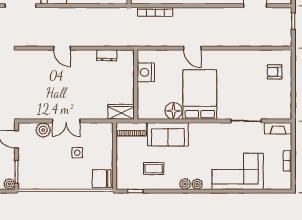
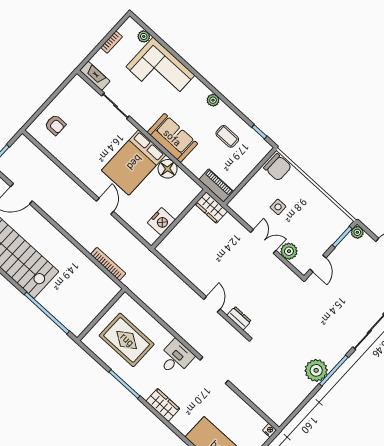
dresser: (107, 55) -> (239, 318), moved
sofa: (168, 134) -> (172, 138), moved
plant: (197, 184) -> (144, 36), moved

